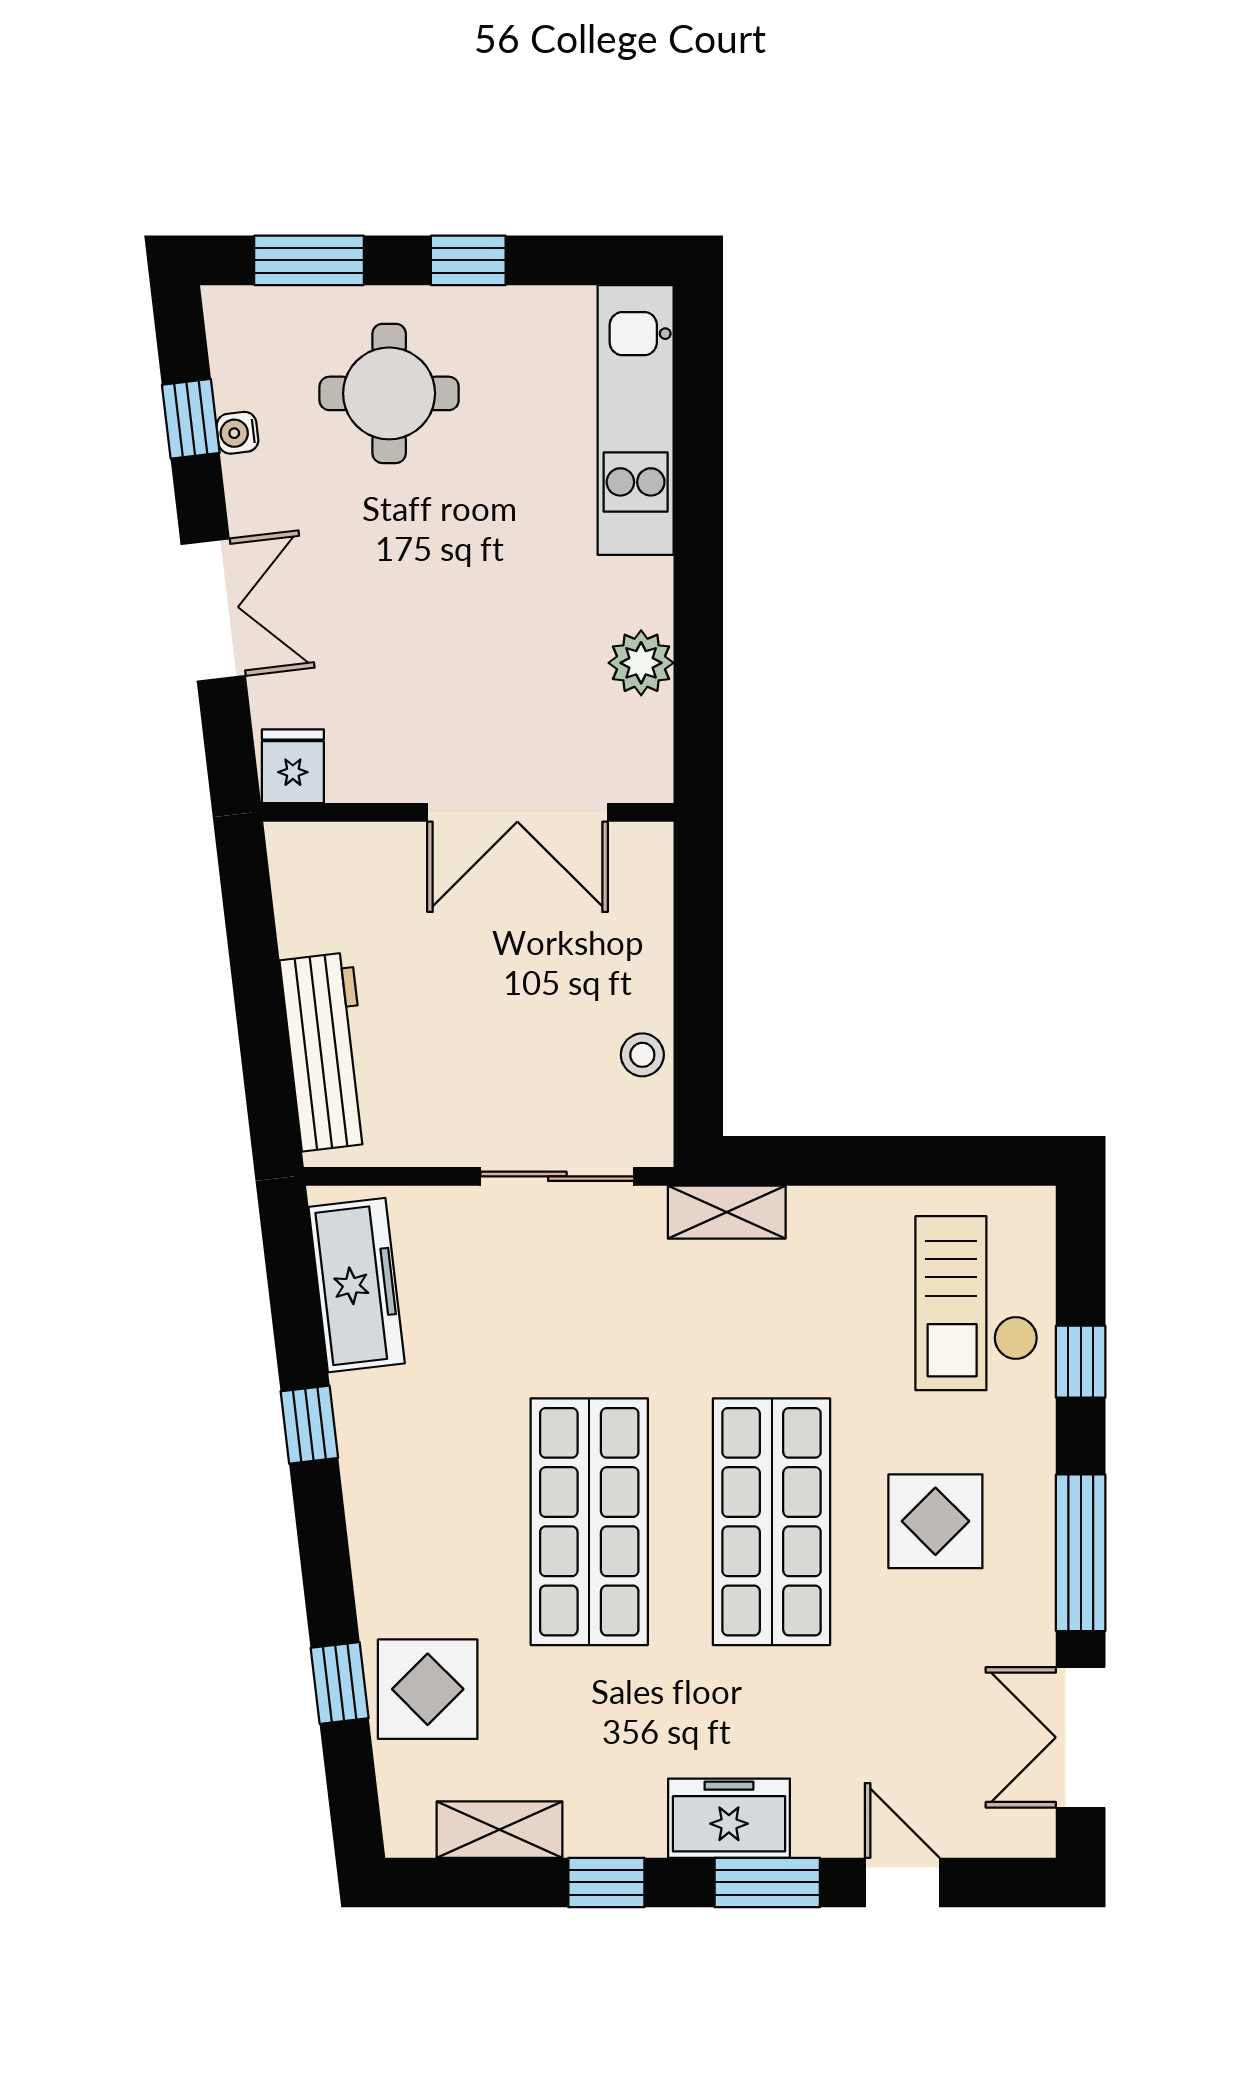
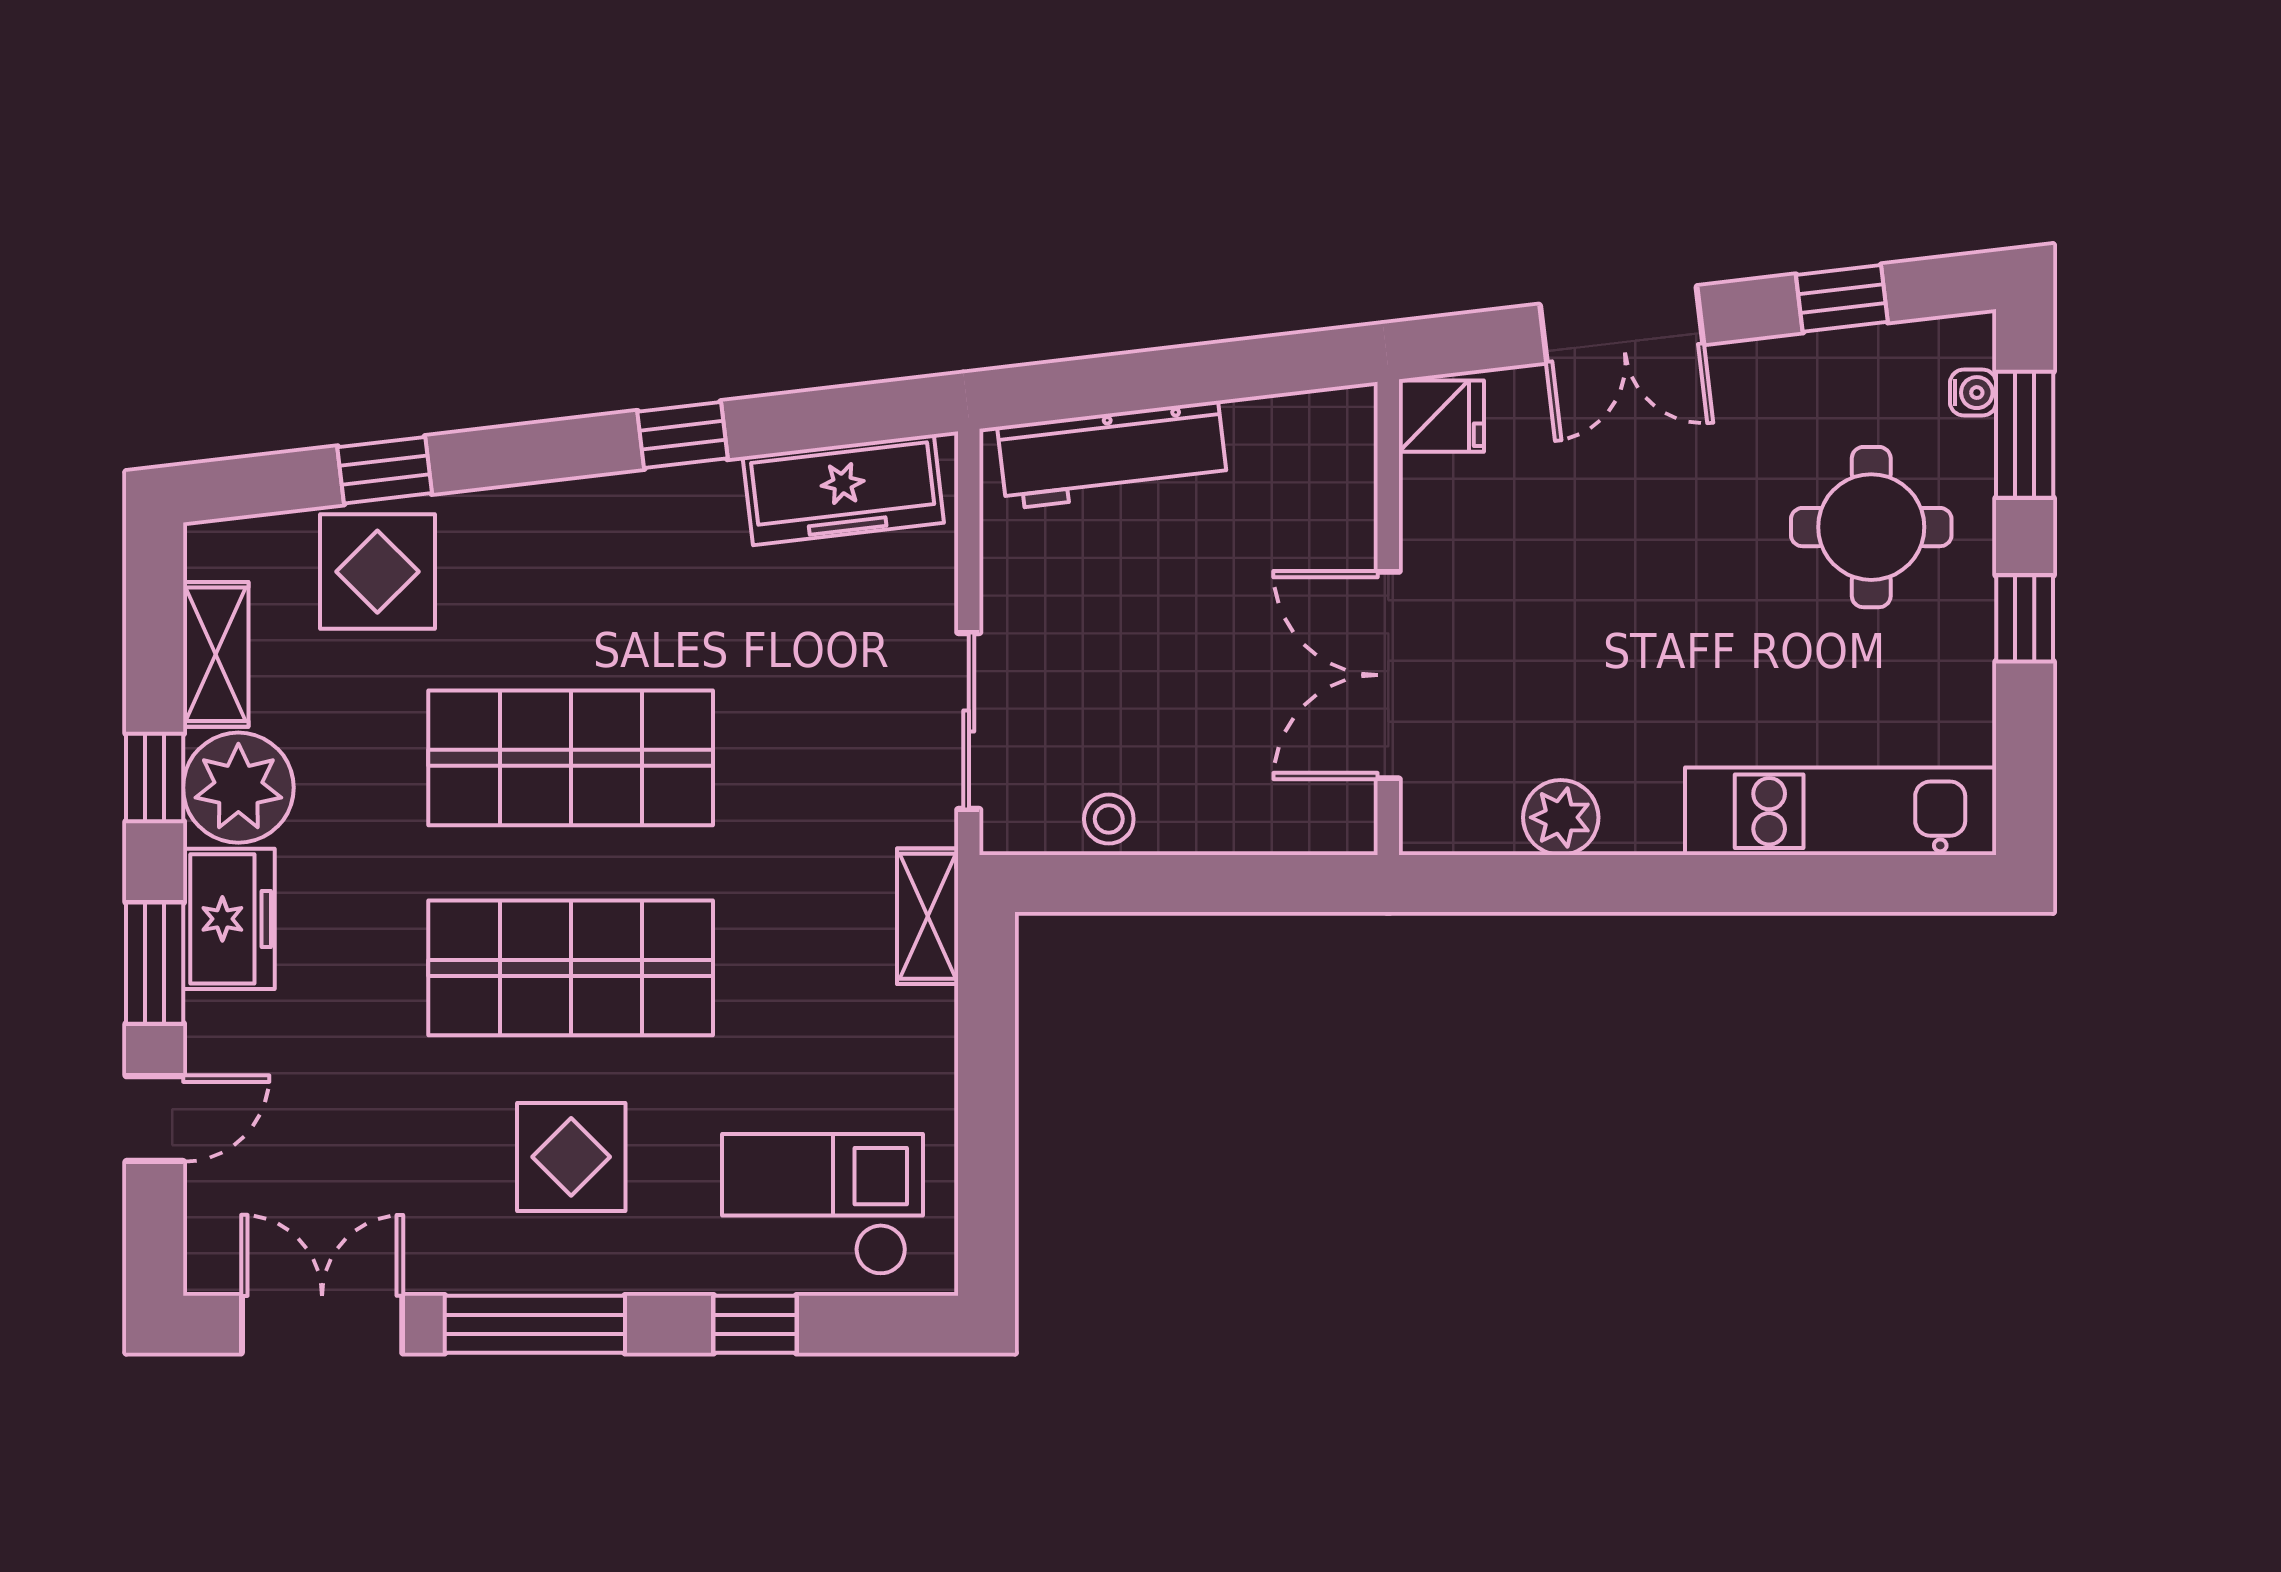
water cooler: (237, 433) -> (1973, 393), moved, turned 97
plant: (615, 1810) -> (238, 788), added

